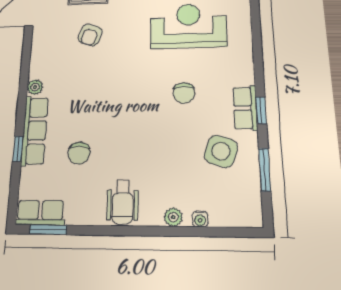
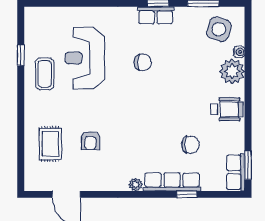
armchair: (90, 35) -> (90, 140), turned 70
side table: (221, 151) -> (219, 29), moved
plant: (173, 217) -> (232, 71), width x1.87, depth x1.87

